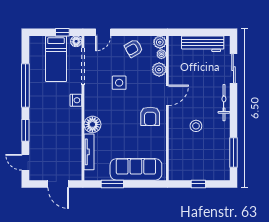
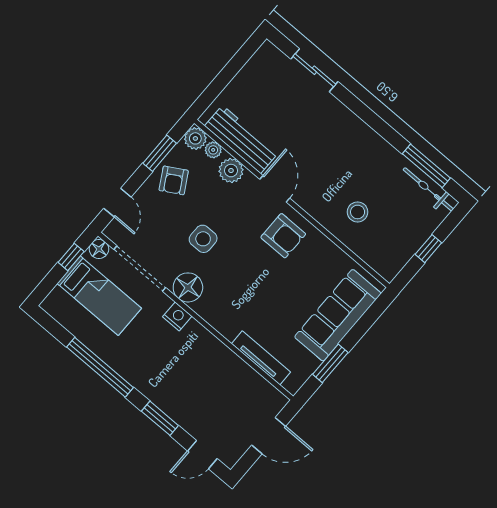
window: (140, 32) -> (160, 153), added
workbench: (203, 44) -> (241, 139), moved, turned -90
bicycle: (224, 103) -> (428, 189), moved
floor lamp: (92, 124) -> (188, 287), moved
stool: (196, 126) -> (358, 212), moved

